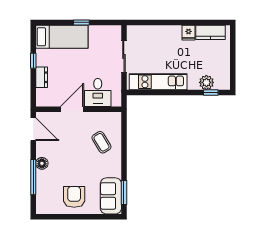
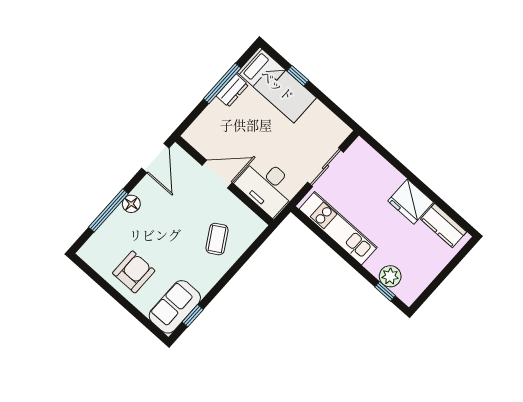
window: (81, 22) -> (298, 76), moved
fridge: (188, 33) -> (411, 202), width x1.88, depth x1.34
window: (33, 61) -> (222, 83), width x2.17
dresser: (42, 77) -> (232, 90), moved
desk: (98, 93) -> (267, 186), width x1.37
window: (124, 192) -> (193, 316), width x0.67

